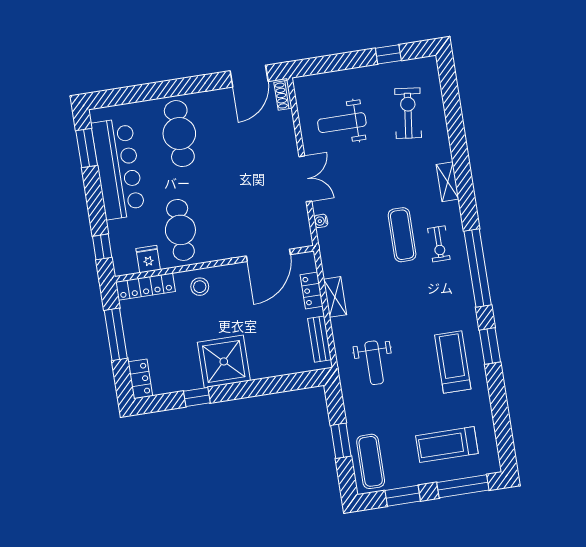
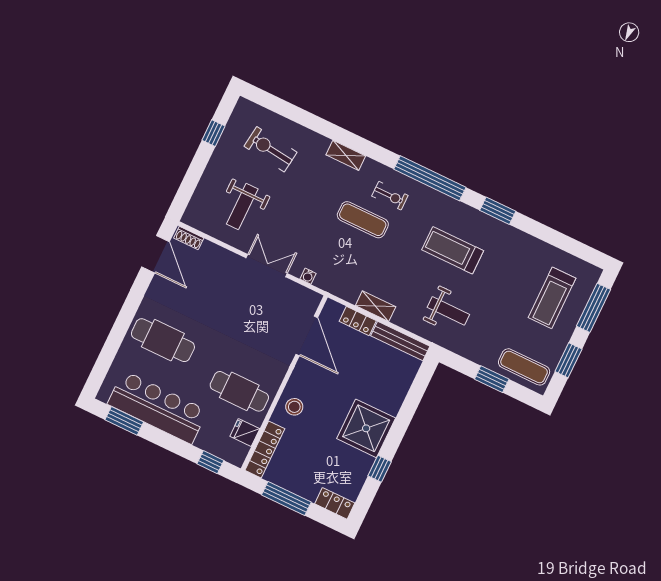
bench: (319, 339) -> (400, 341), width x1.36
treadmill: (453, 362) -> (453, 250), moved

